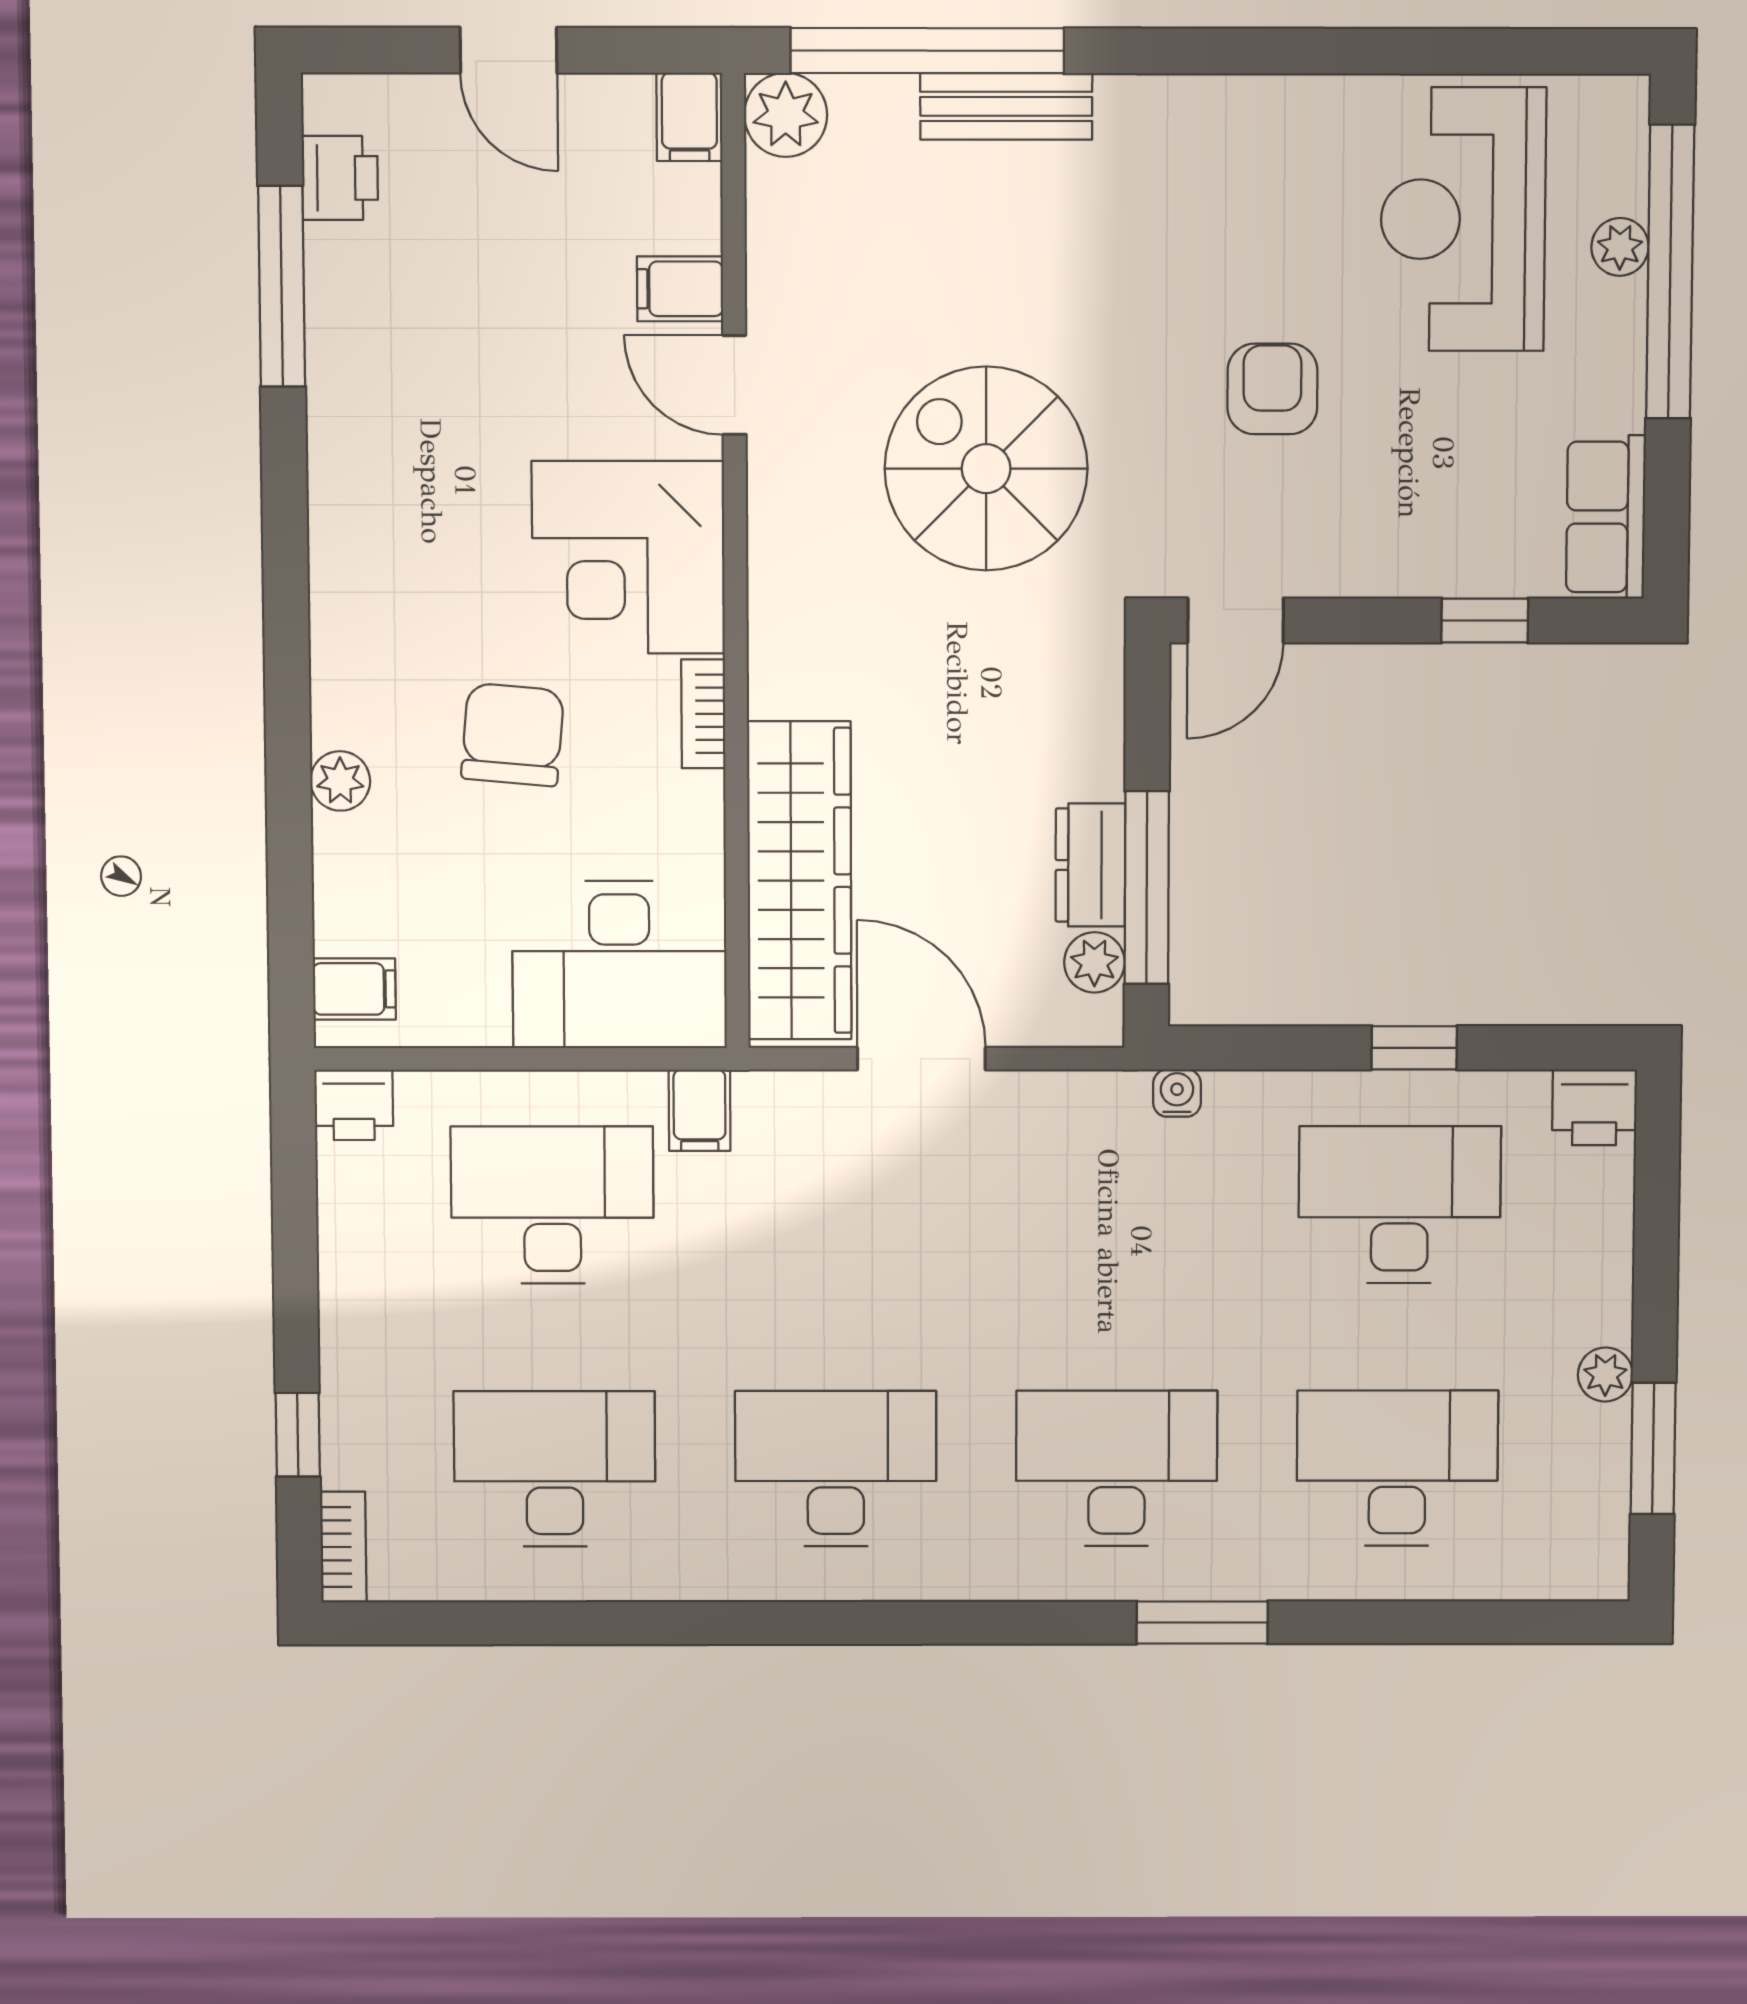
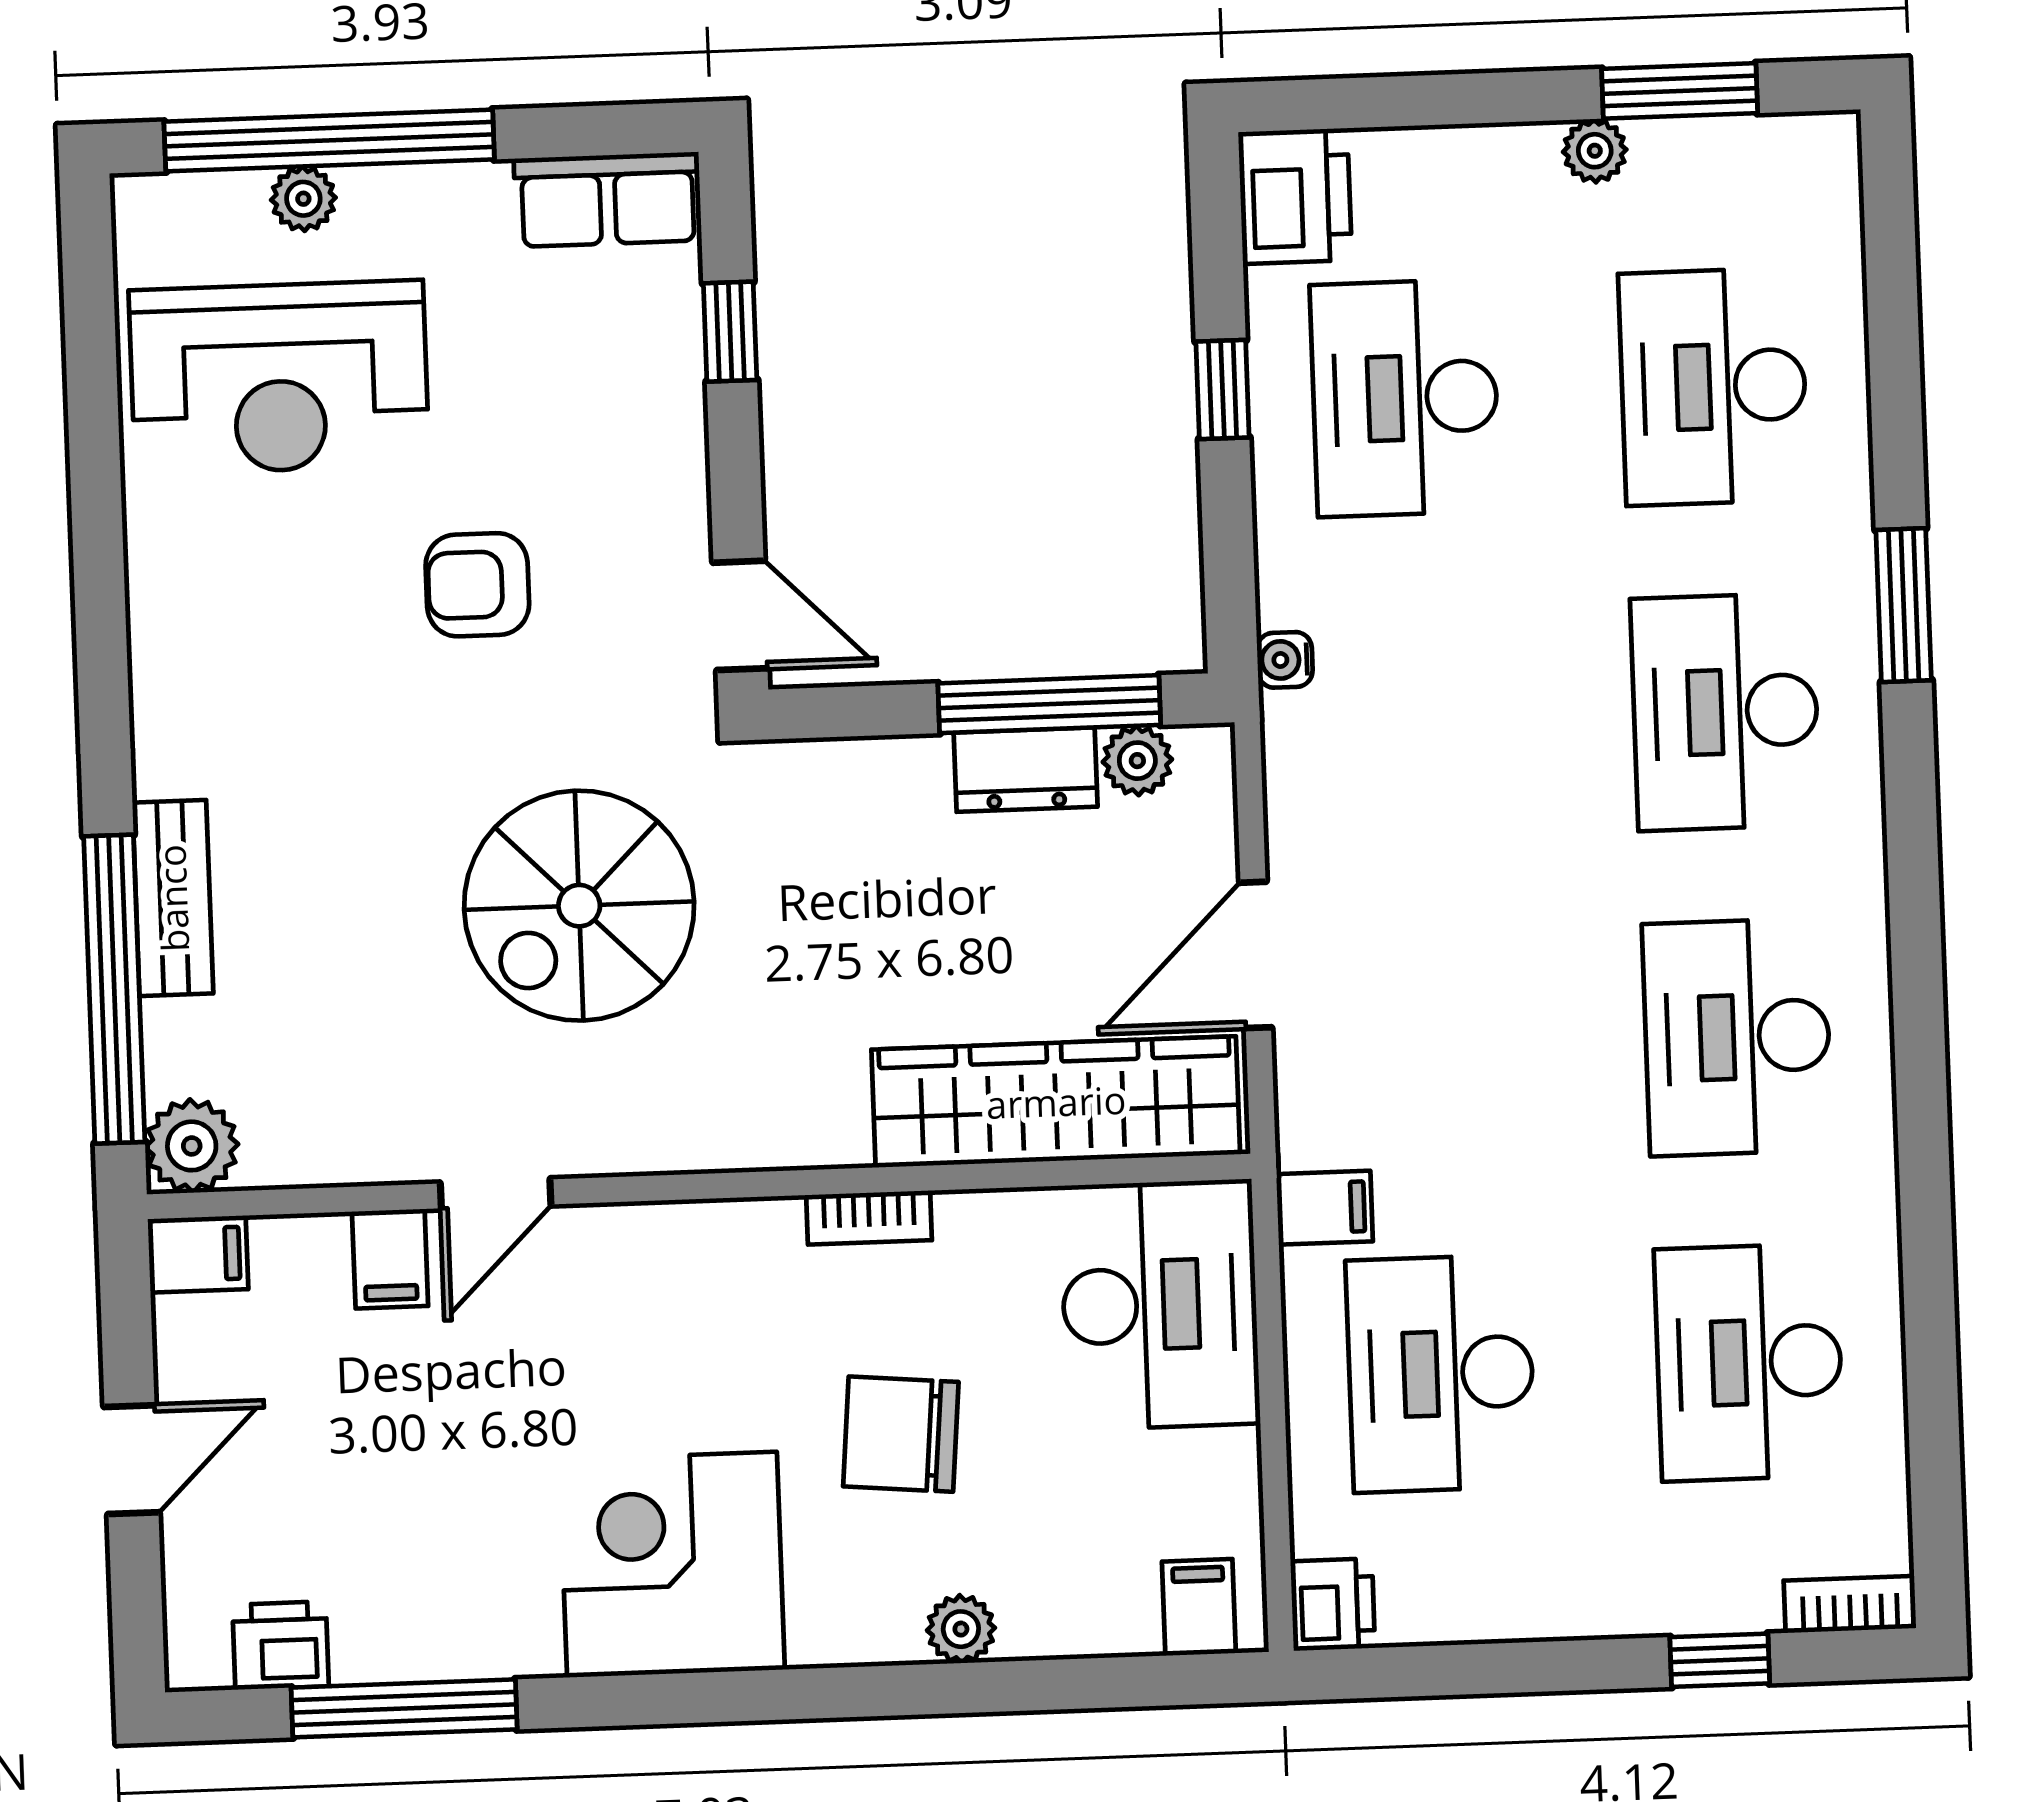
corner desk: (628, 557) -> (672, 1565), moved, turned 180
printer: (1594, 1107) -> (1295, 196), width x1.36, depth x1.24

